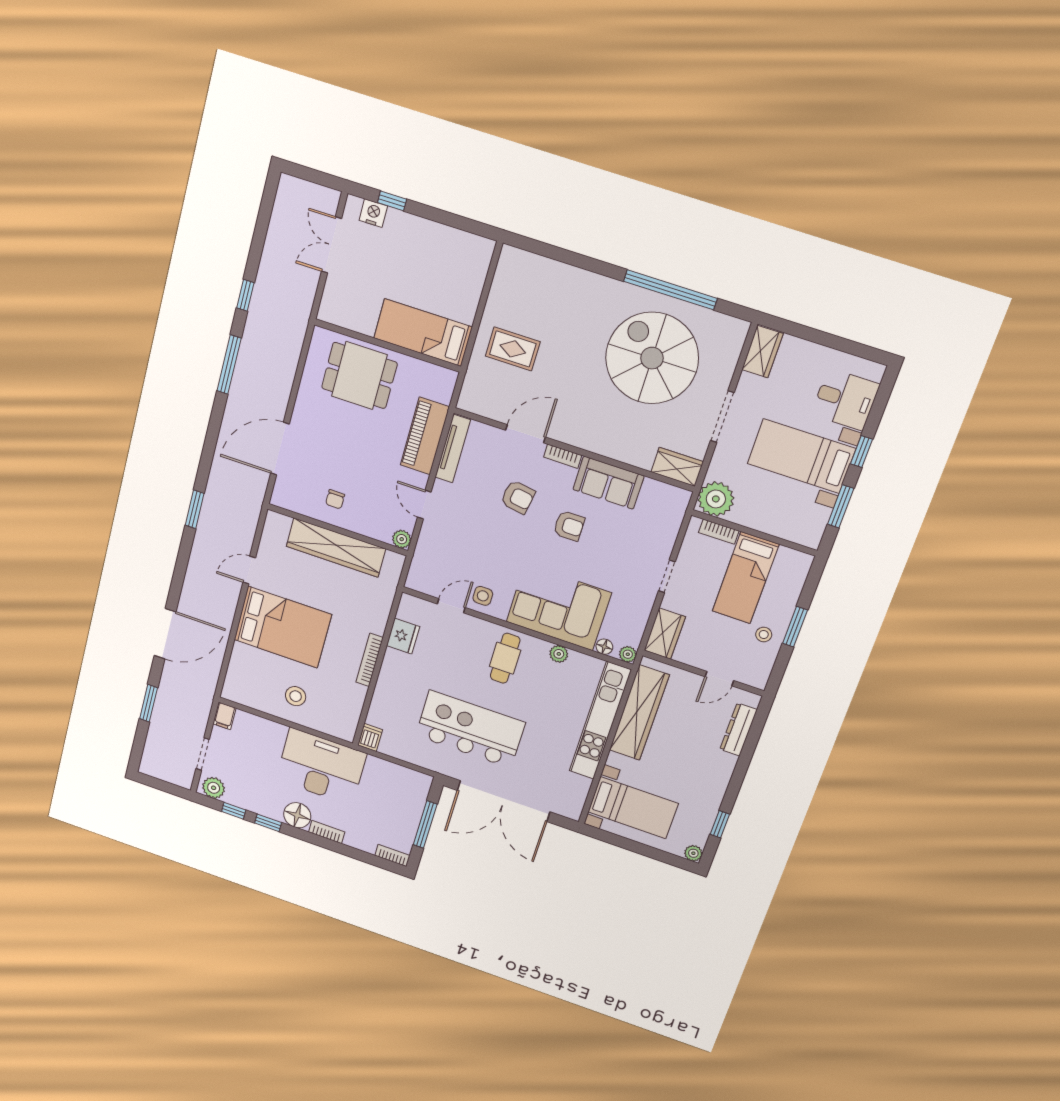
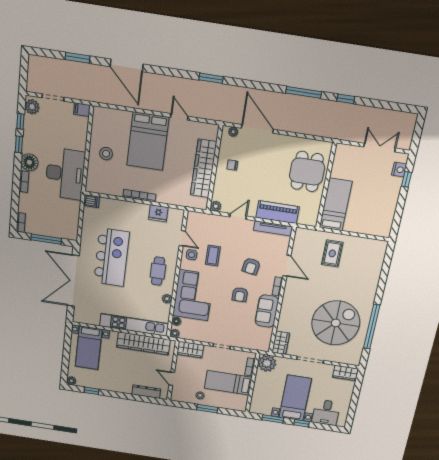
plant: (281, 489) -> (233, 132), added
coffee table: (489, 560) -> (213, 256), added
cafe table: (505, 658) -> (158, 271), turned 90

